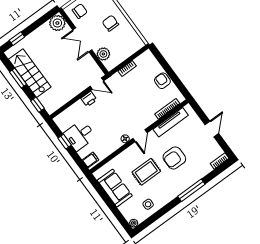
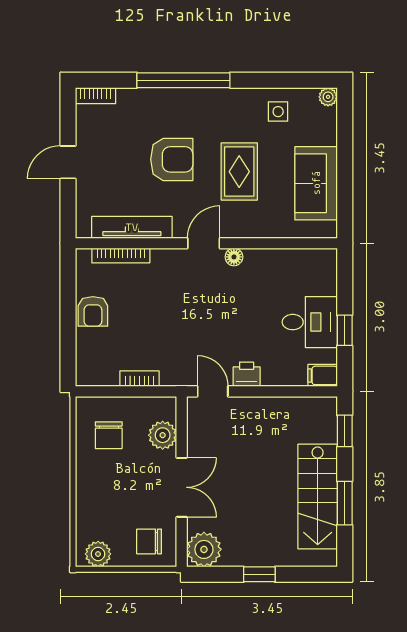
chair: (110, 23) -> (109, 435), moved
window: (17, 39) -> (259, 574), moved
filing cabinet: (90, 160) -> (323, 375), moved
rug: (146, 172) -> (239, 172), turned 90
window: (191, 190) -> (183, 80), width x1.46

